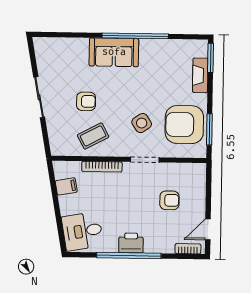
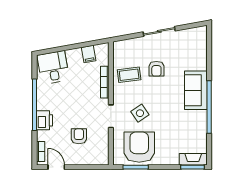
fireplace: (200, 75) -> (193, 159), moved
coffee table: (93, 136) -> (129, 75), turned -69
armchair: (169, 200) -> (79, 136), turned 180
printer: (131, 243) -> (44, 120), moved

